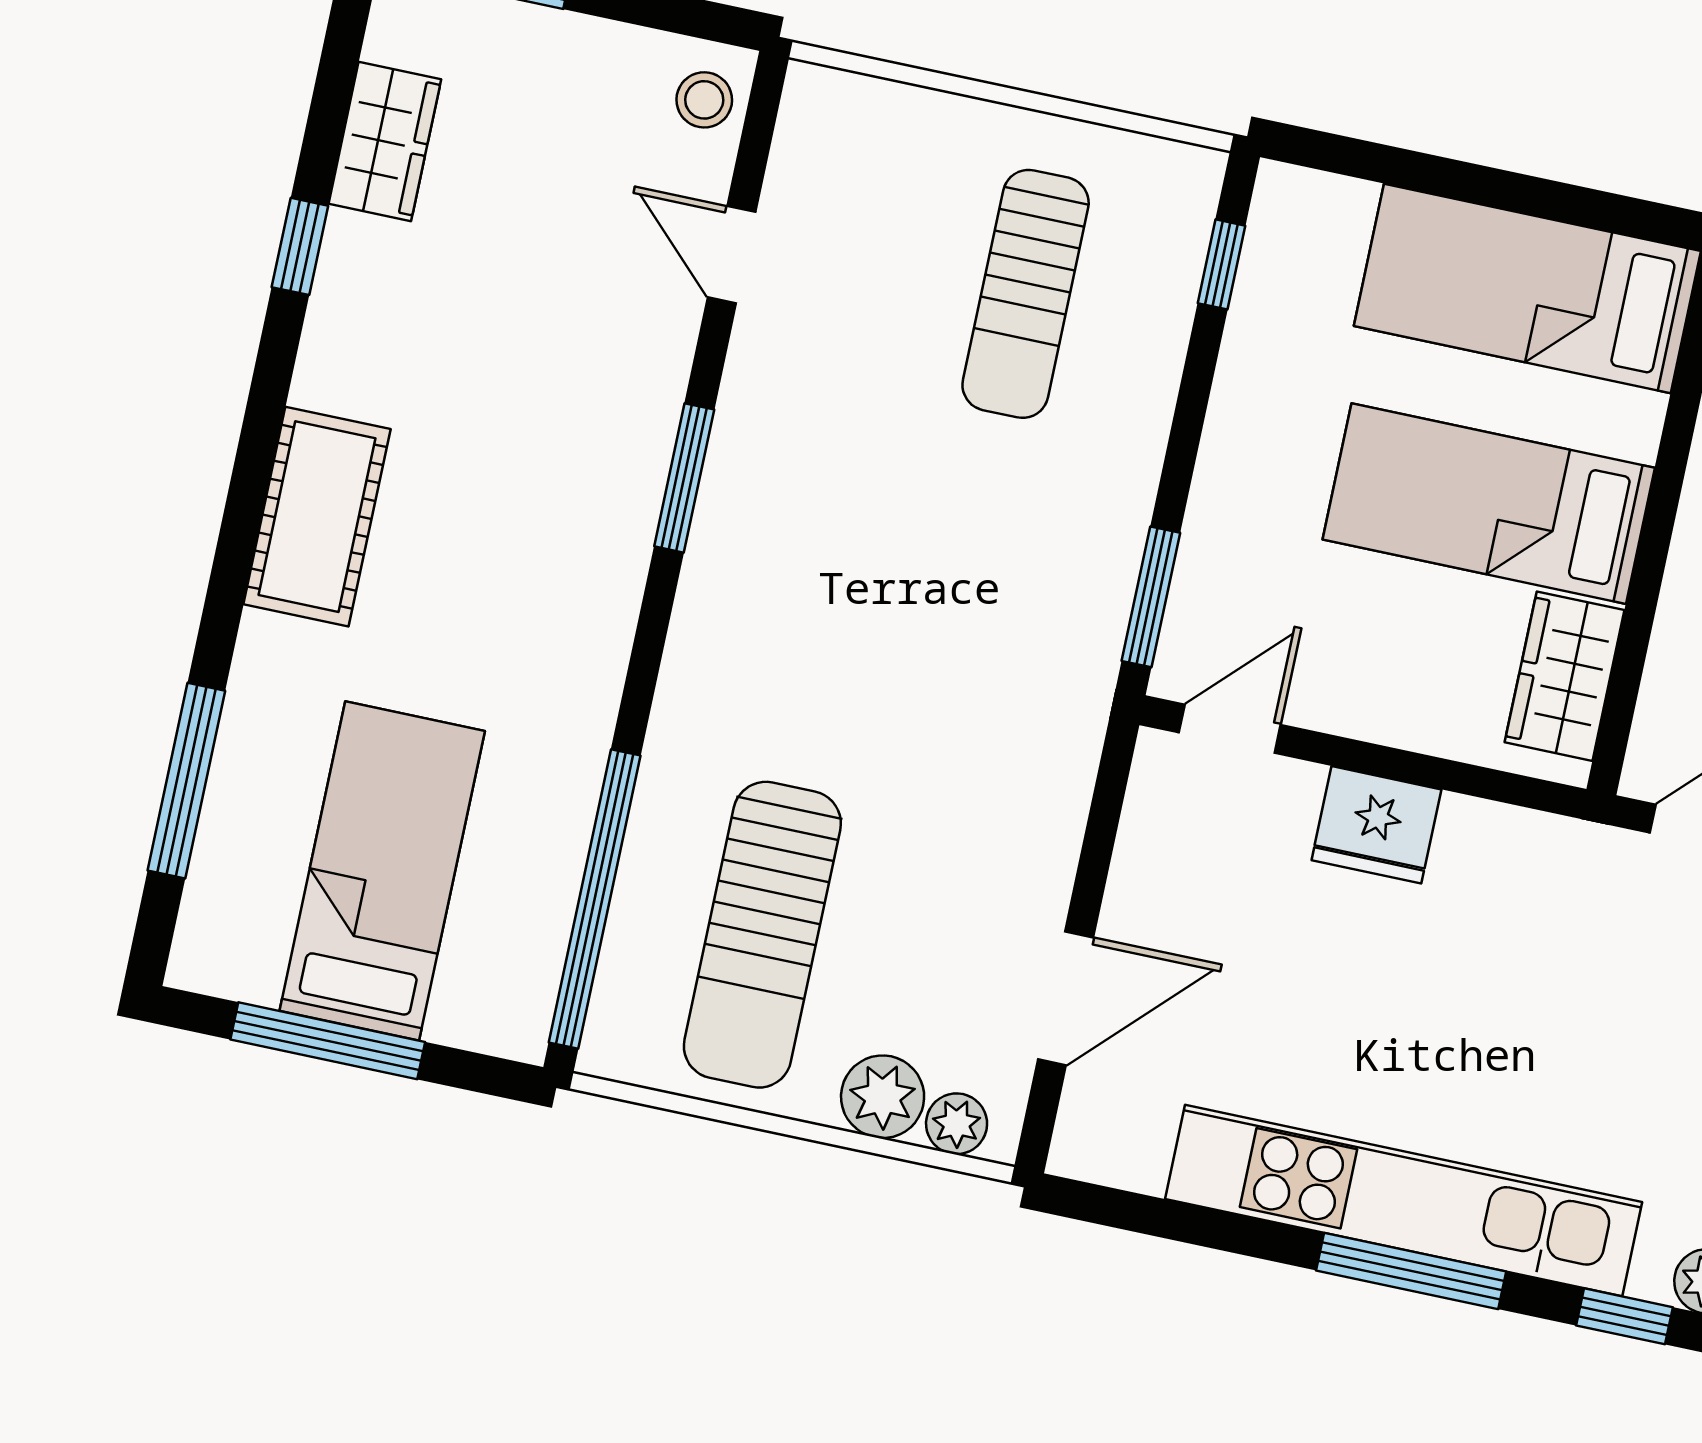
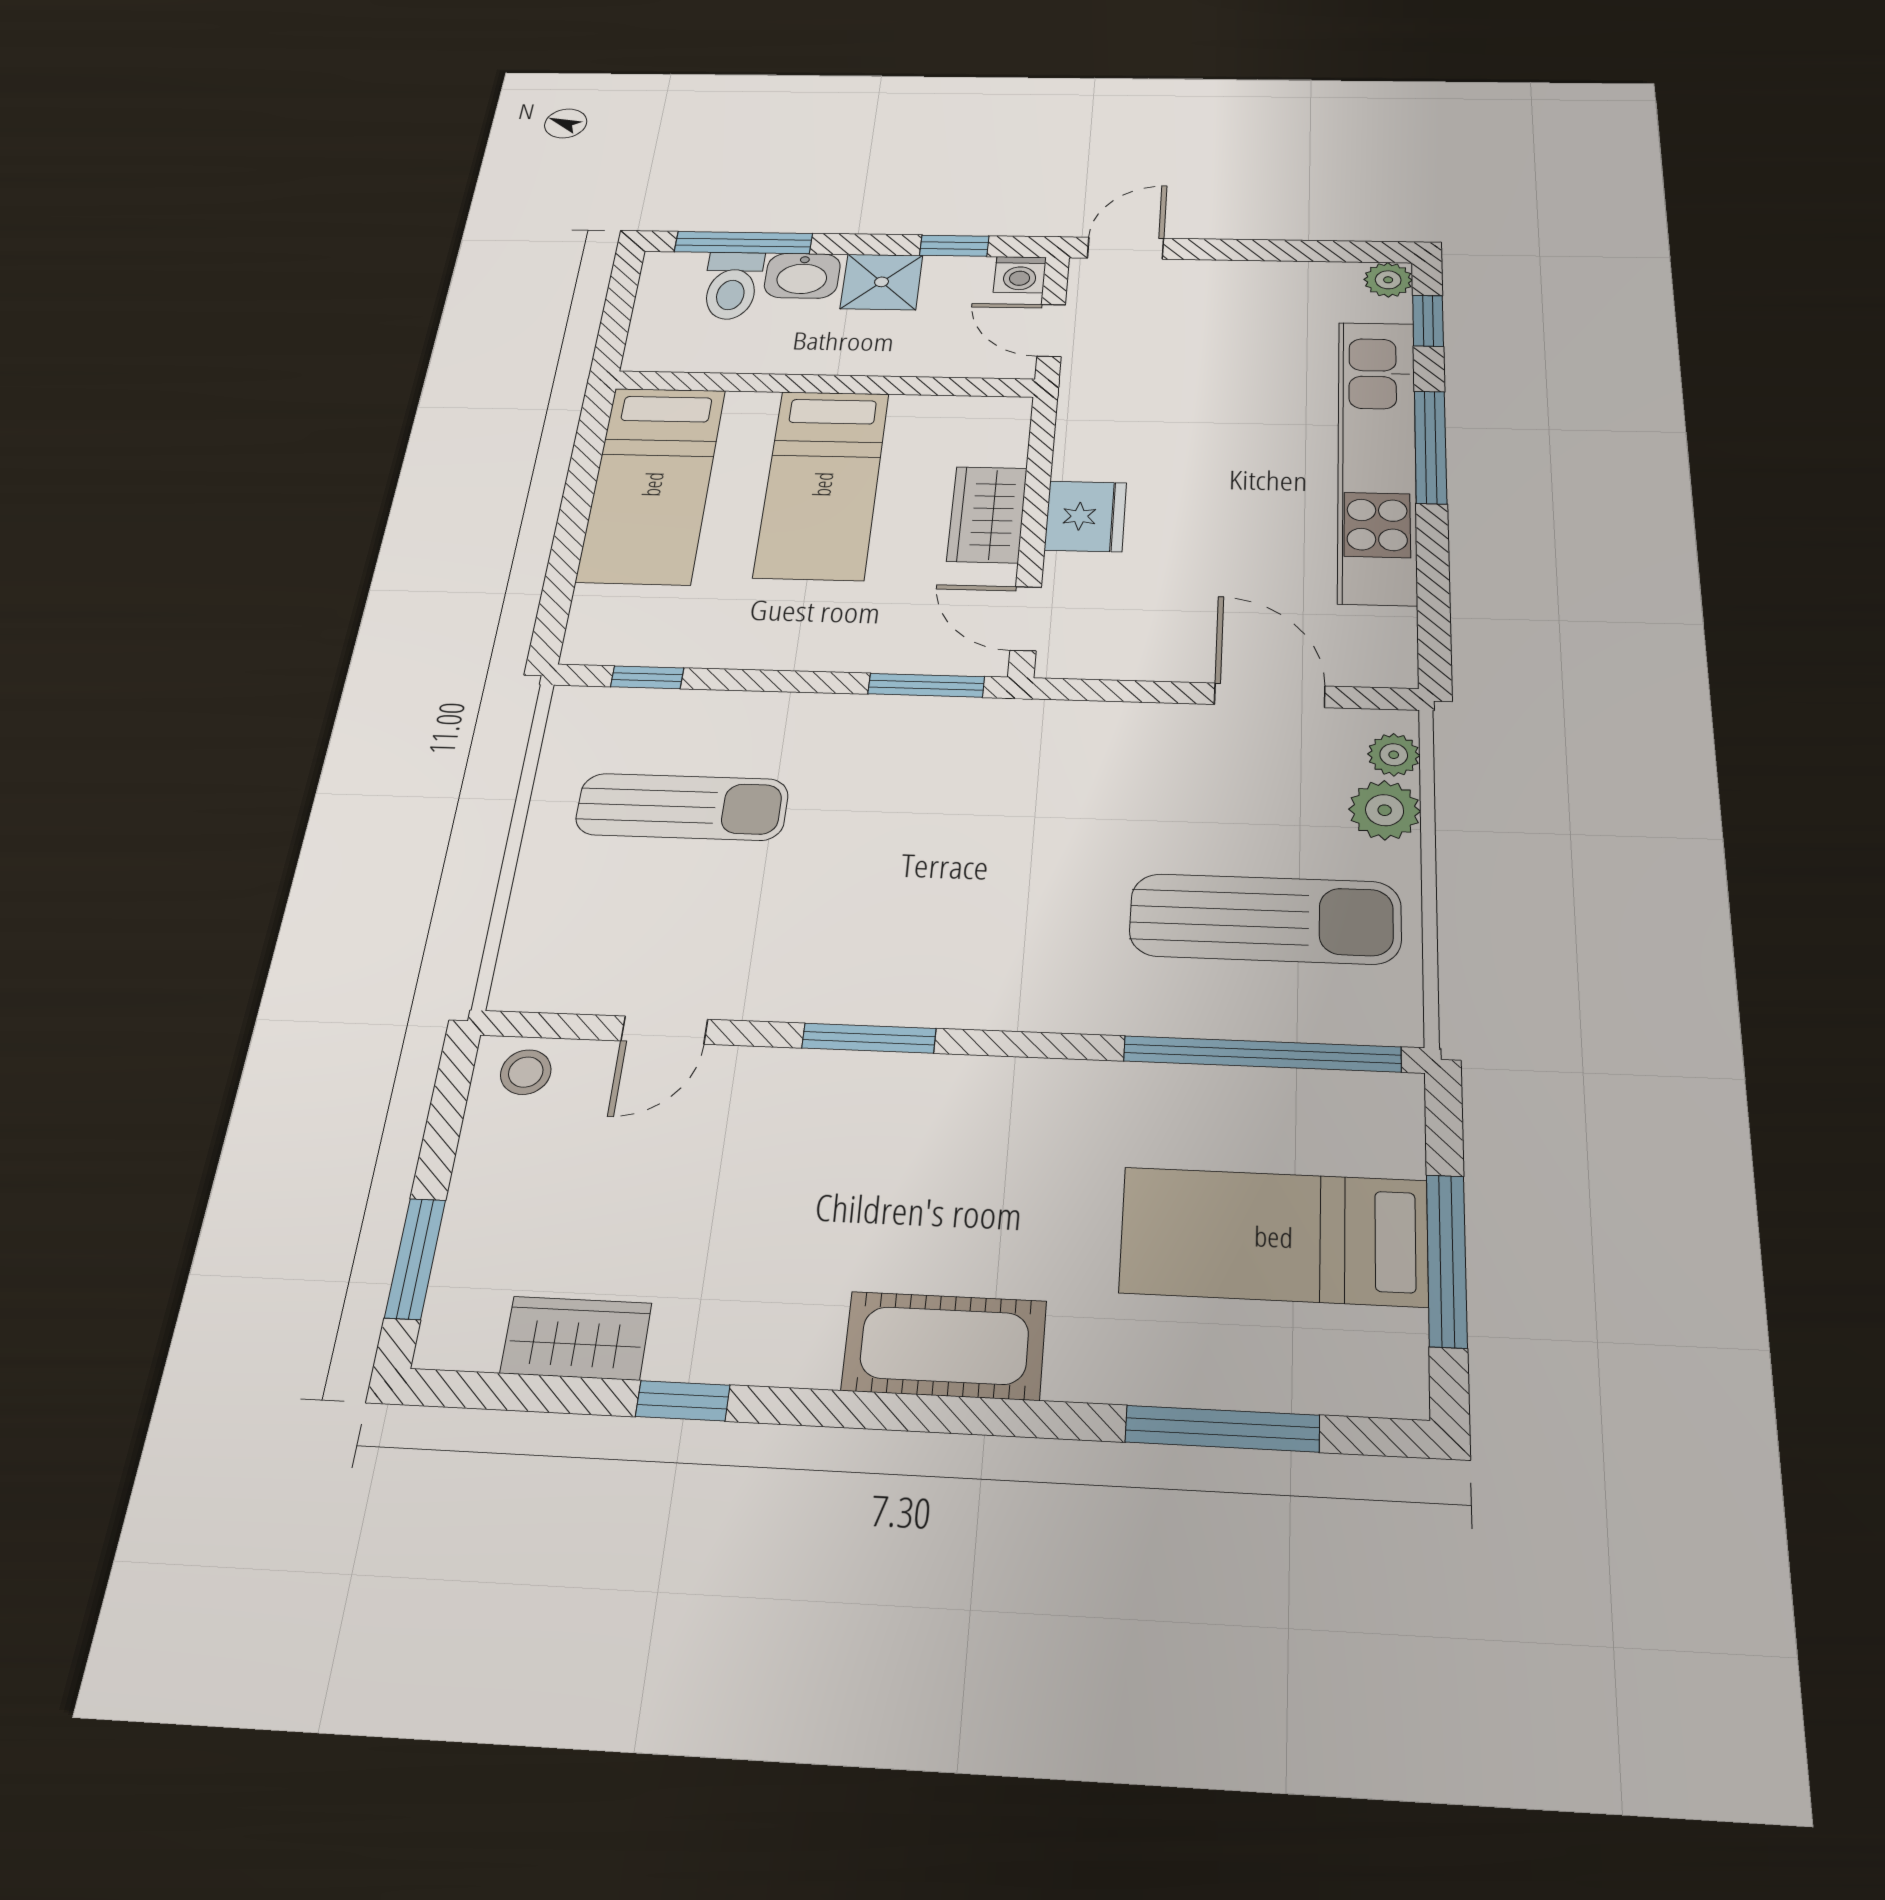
wardrobe: (1565, 676) -> (987, 514), moved, turned 90

